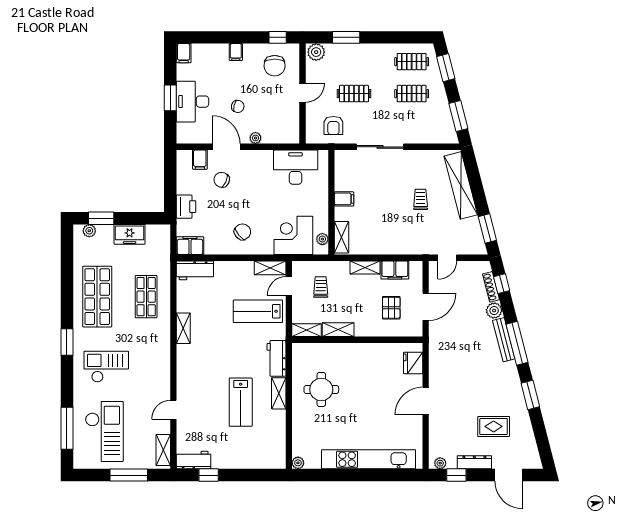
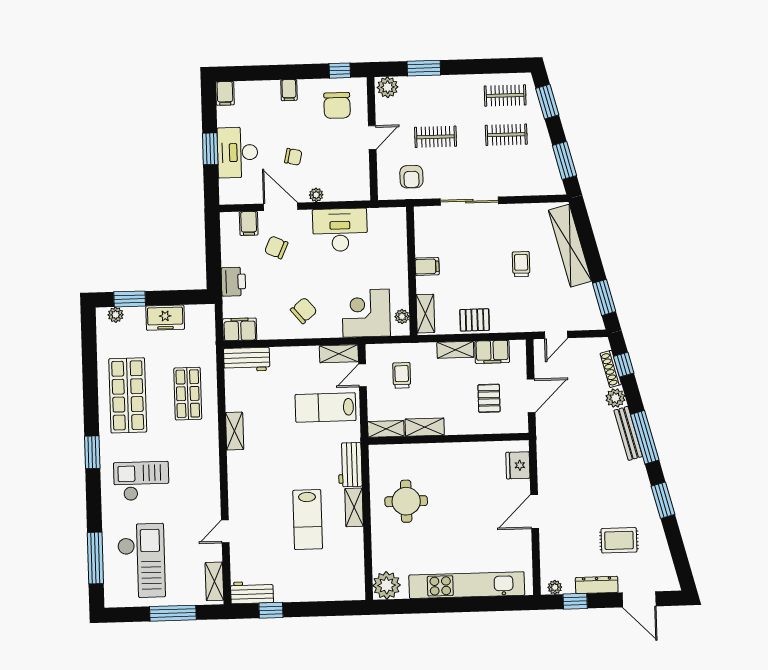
desk: (296, 167) -> (340, 230), moved
pallet: (381, 244) -> (475, 320), added
plant: (298, 463) -> (387, 585), width x1.87, depth x1.87

